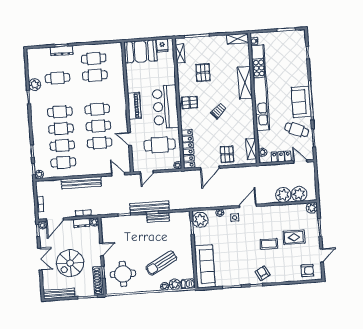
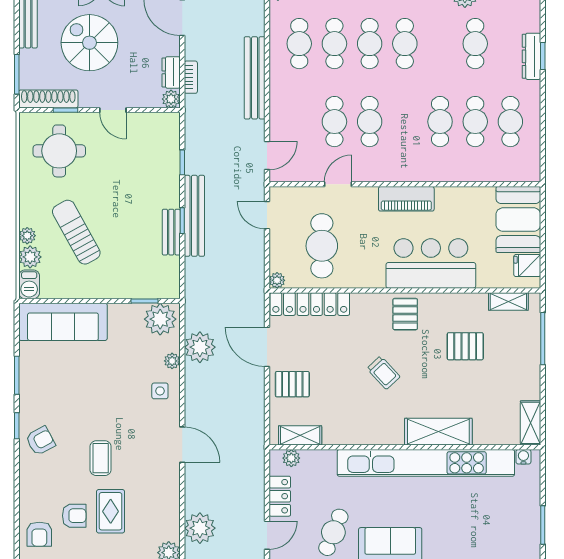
bar counter: (165, 107) -> (431, 263), moved
cafe table: (97, 109) -> (440, 122), moved
plant: (283, 195) -> (200, 347), moved
door: (248, 206) -> (182, 445), moved
armchair: (297, 255) -> (74, 516), added

